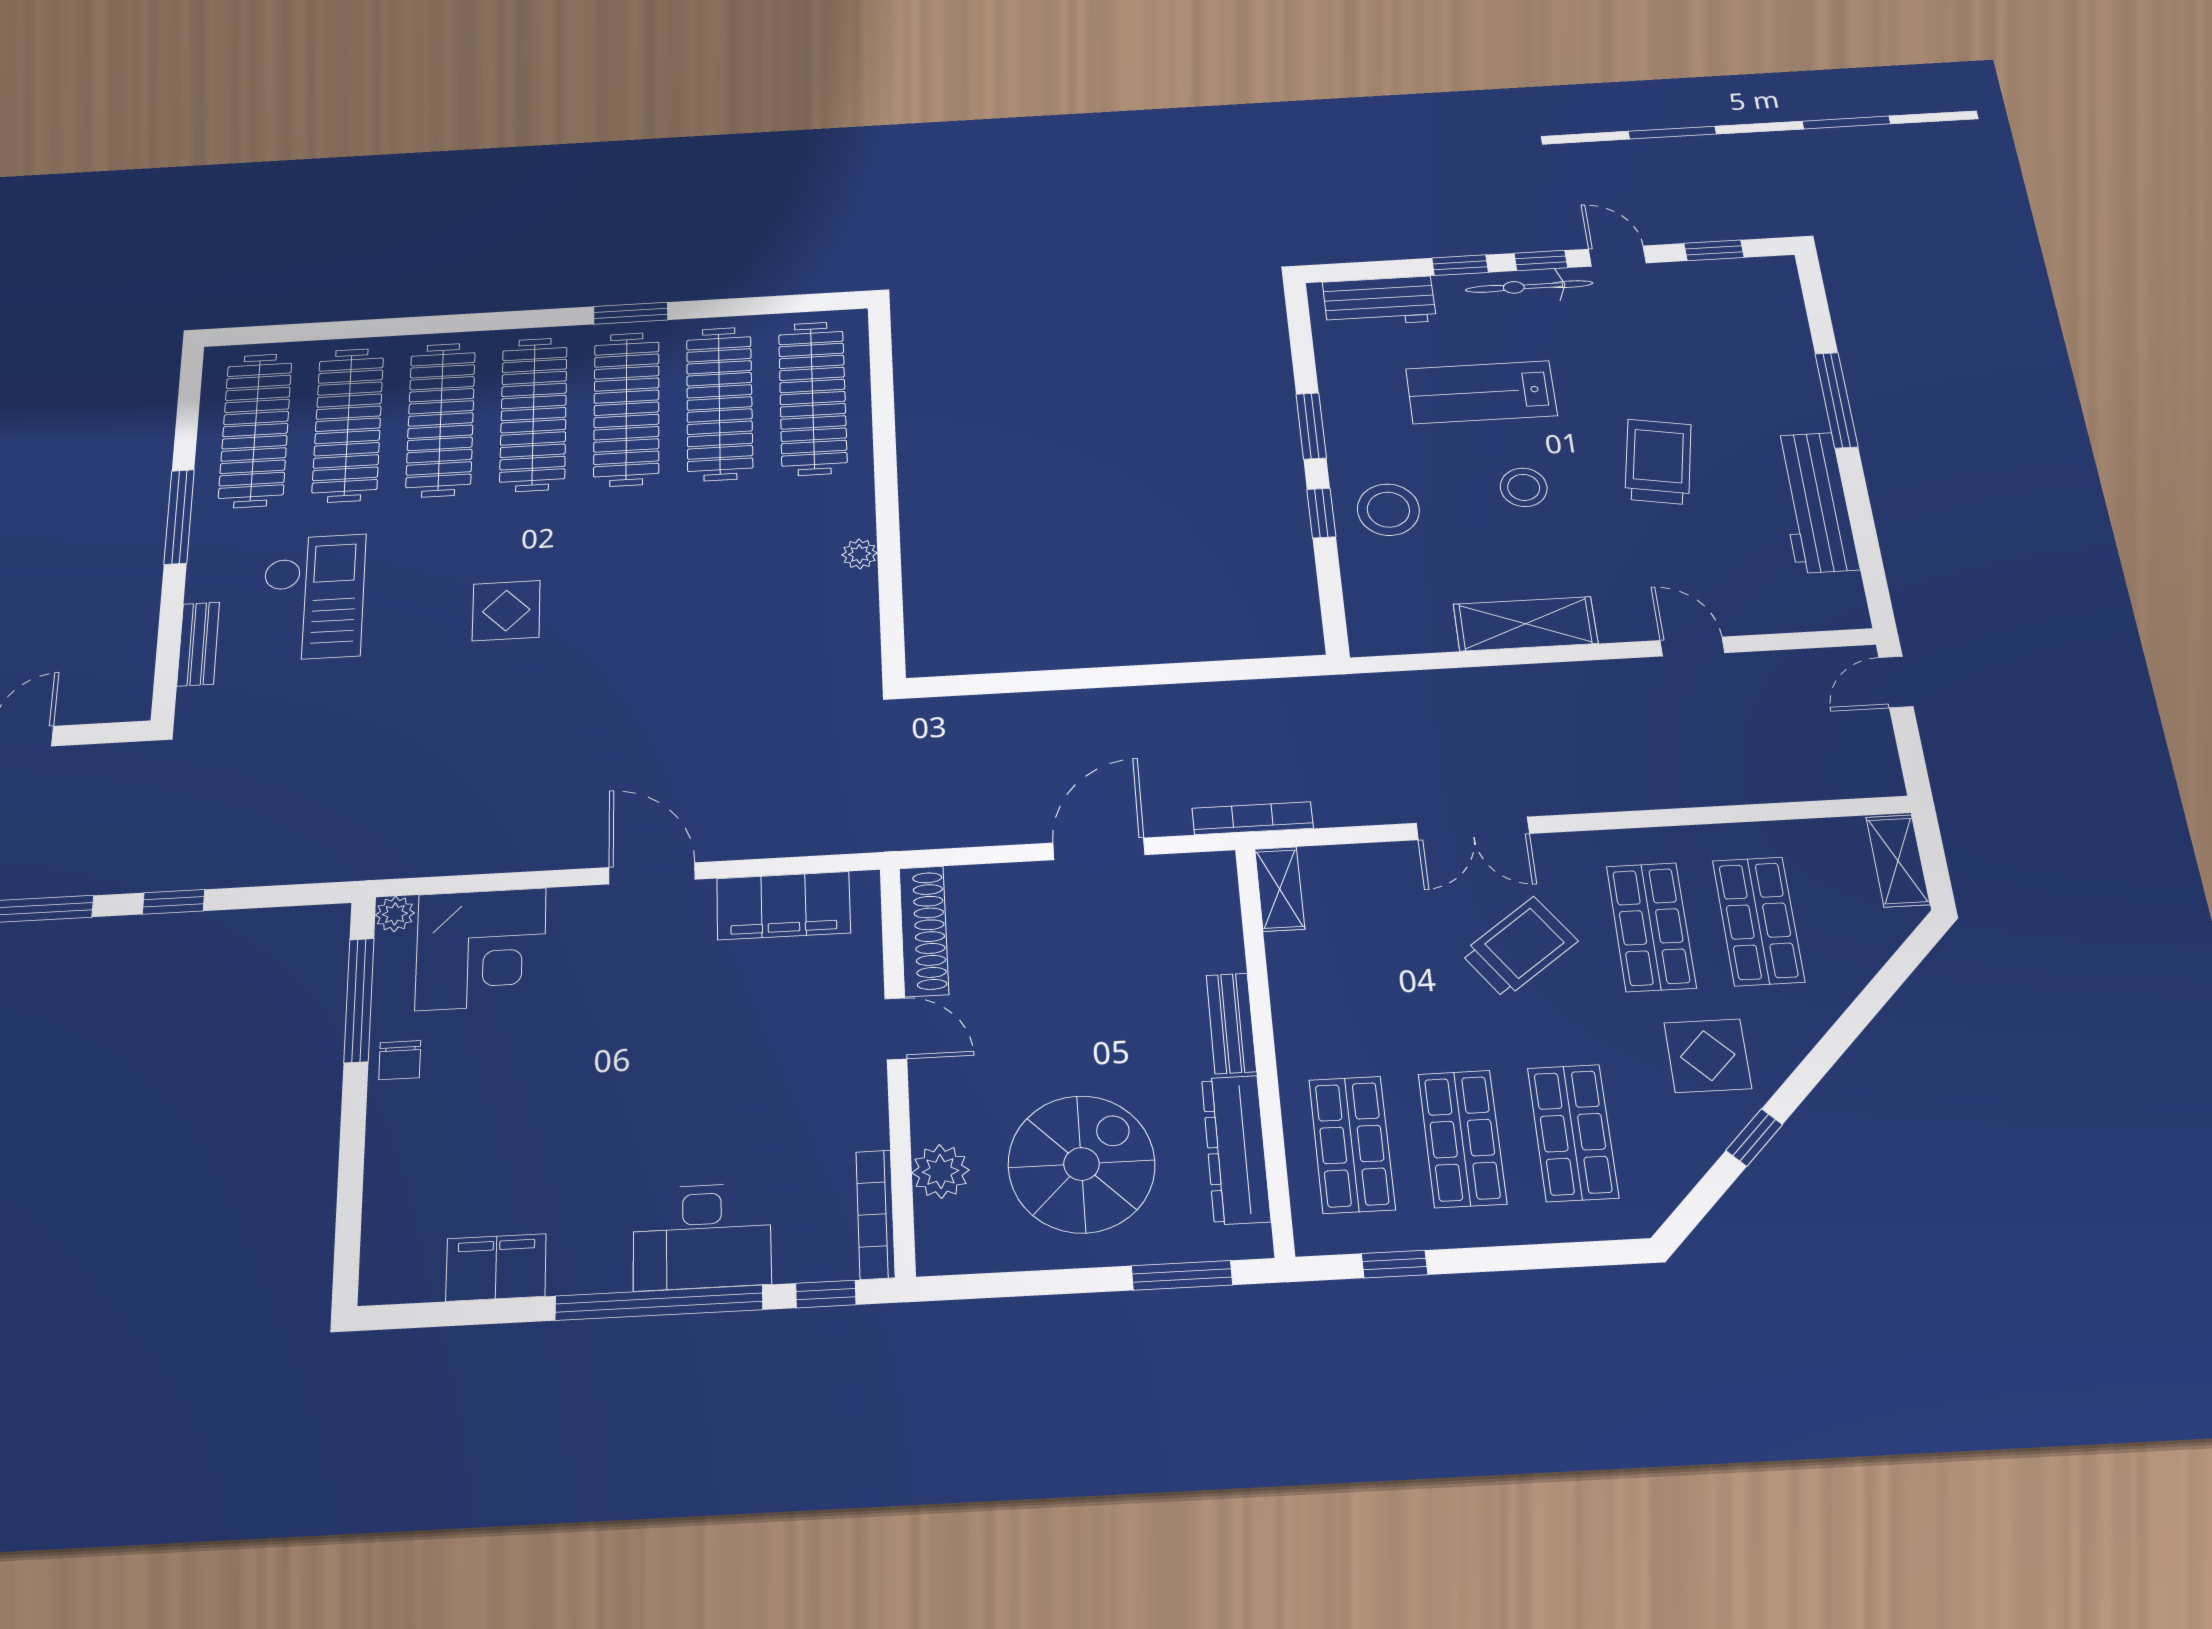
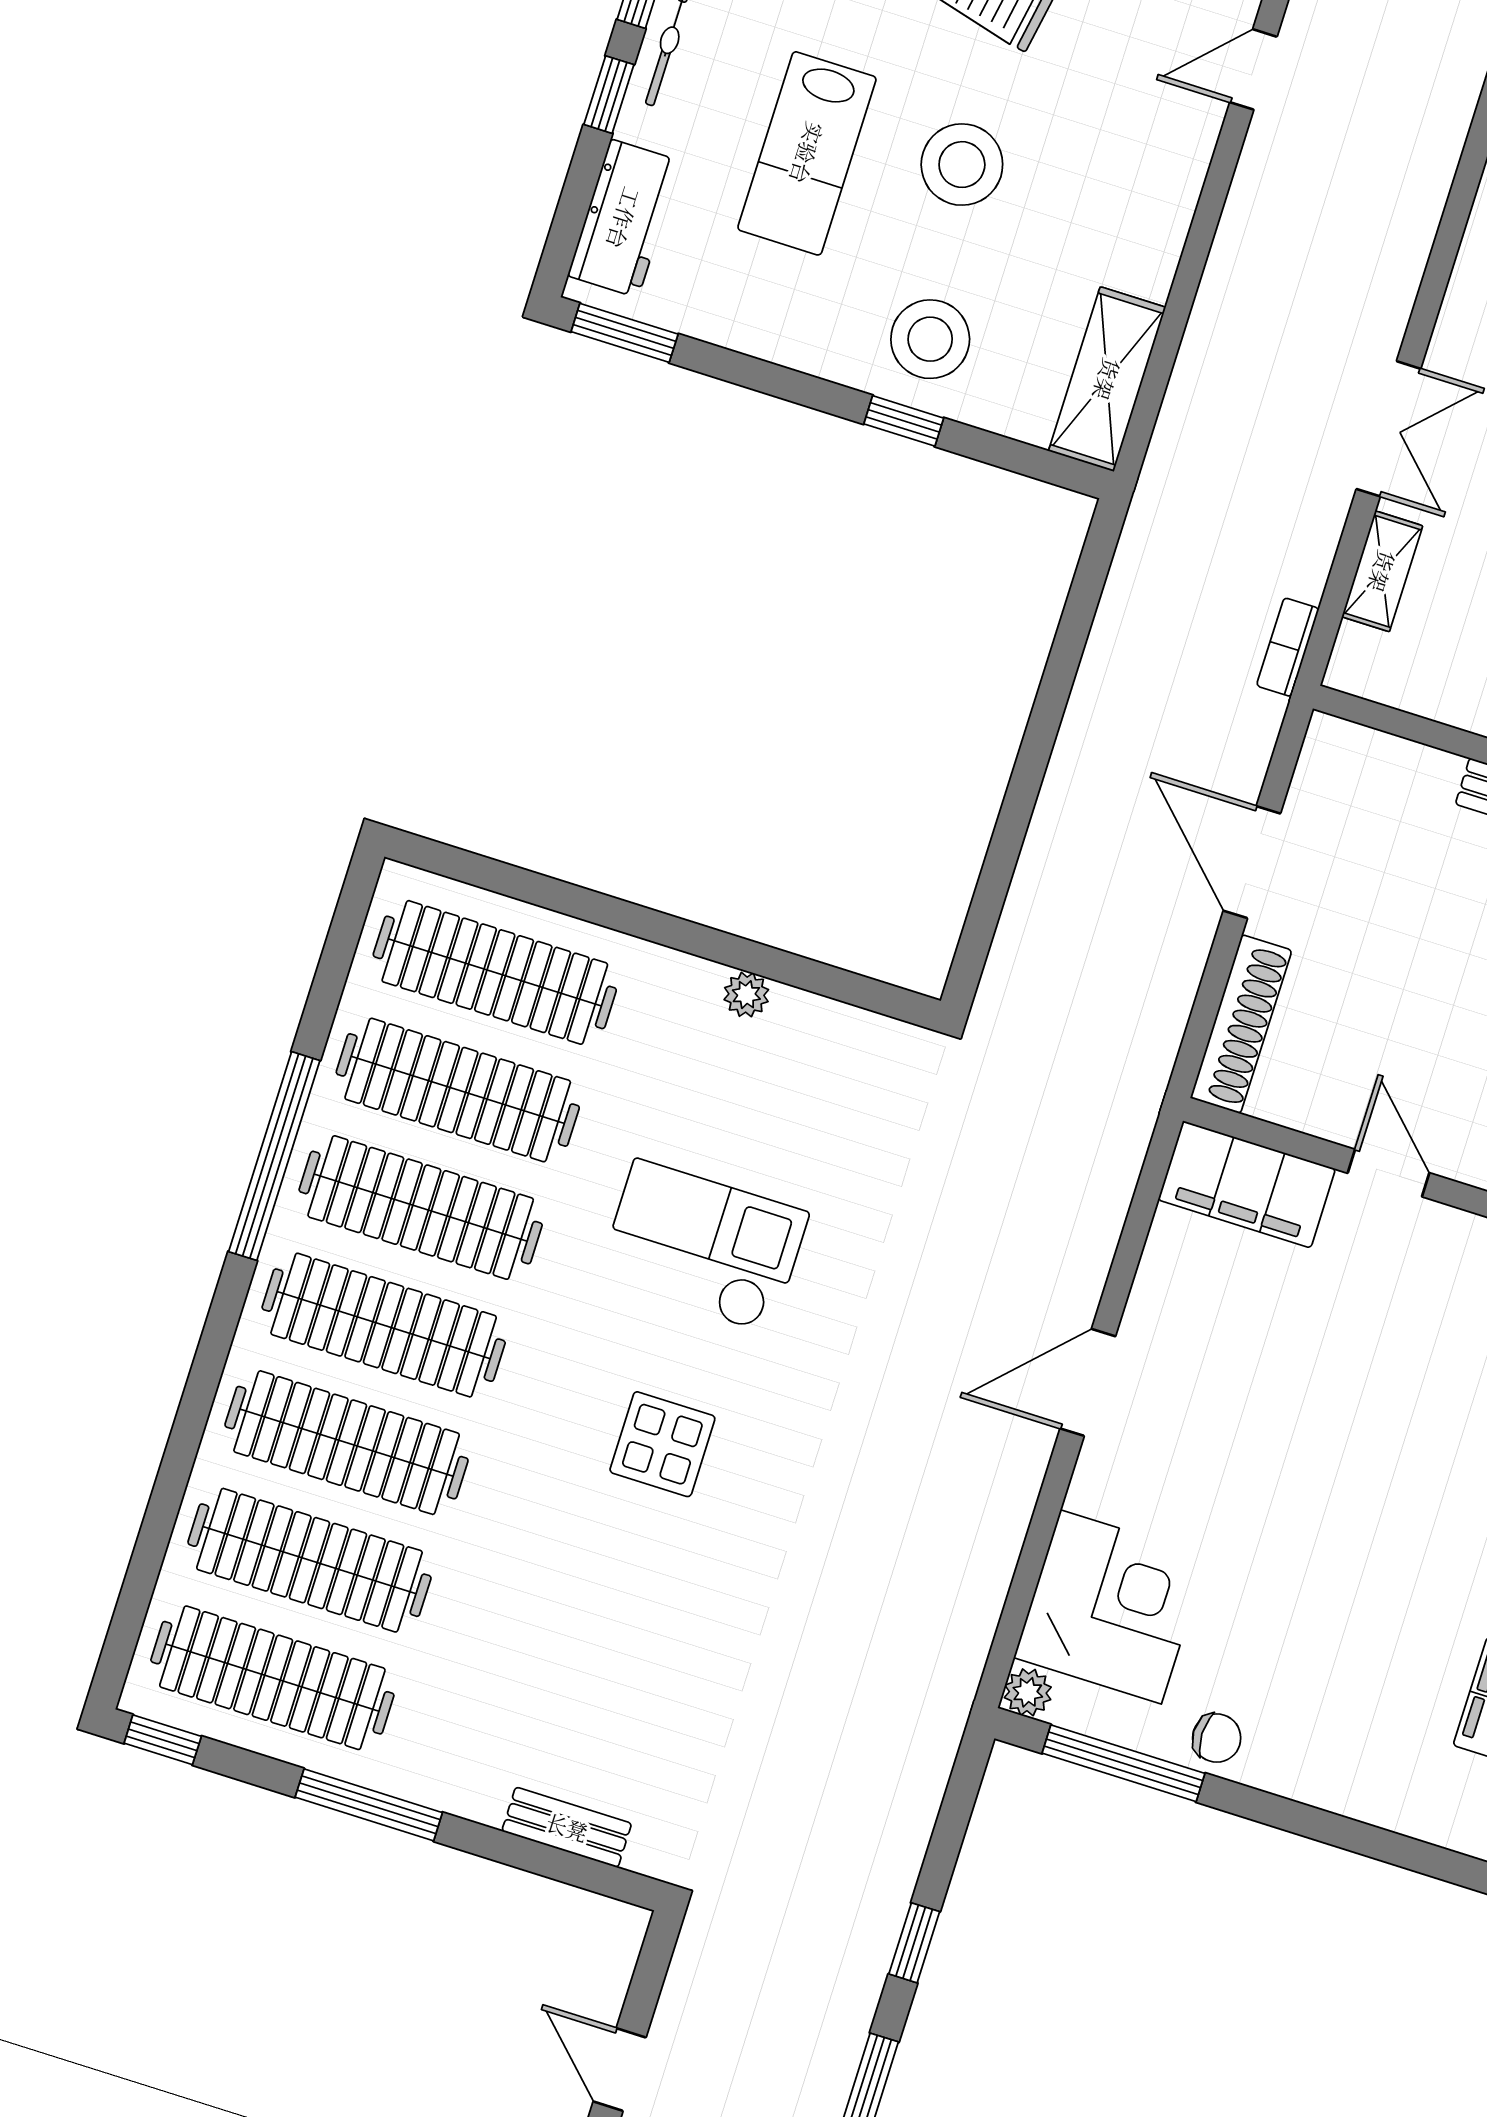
window: (631, 313) -> (274, 1156), width x2.11
window: (190, 381) -> (163, 1740), added
window: (1311, 426) -> (625, 333), moved
stool: (1524, 487) -> (962, 165), width x1.38, depth x1.38
checkout: (313, 597) -> (703, 1246), moved
shelving: (1525, 624) -> (1107, 379), moved
bookcase: (1253, 818) -> (1288, 647), width x0.64
shelving: (1280, 889) -> (1382, 571), moved, turned 90
filing cabinet: (783, 906) -> (1247, 1184), moved, turned 90
shoe rack: (924, 931) -> (1241, 1024), moved, turned 90
door: (896, 1029) -> (1388, 1173), hinge flipped

